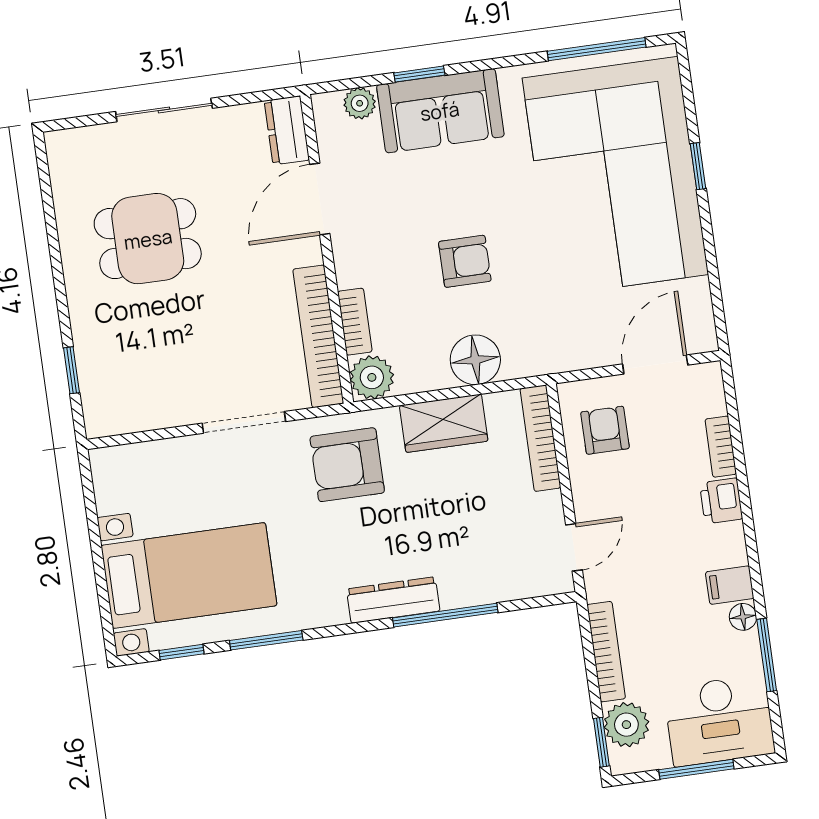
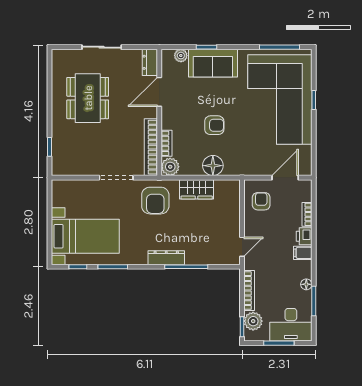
dining table: (148, 239) -> (88, 98), width x1.38
bookcase: (540, 438) -> (235, 201), removed
armchair: (347, 465) -> (155, 201), turned -90
filing cabinet: (730, 585) -> (303, 253), moved

